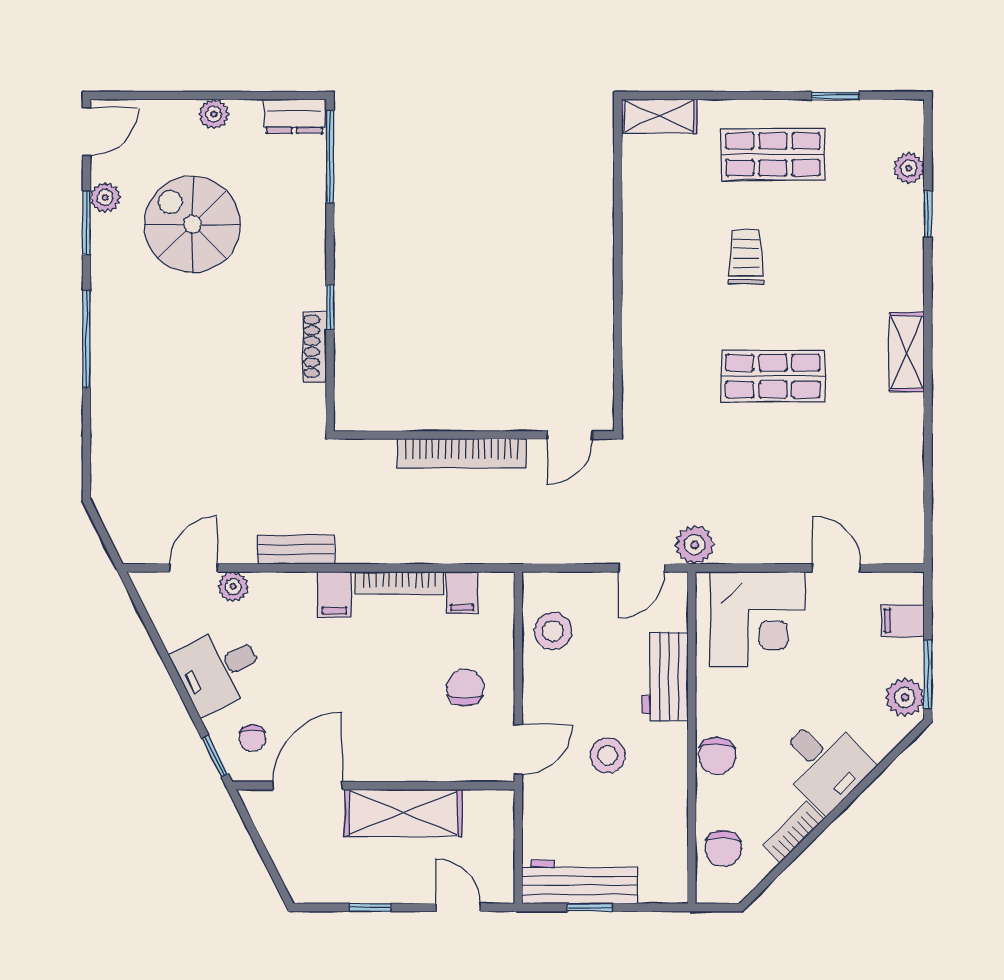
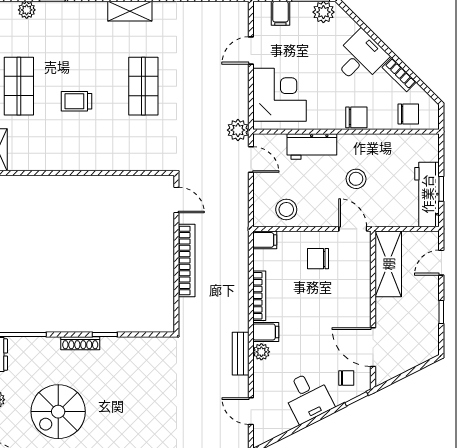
shoe rack: (315, 346) -> (80, 343), moved
plant: (233, 587) -> (261, 352), moved
filing cabinet: (462, 593) -> (265, 240), moved
shelving: (403, 813) -> (388, 264), moved

